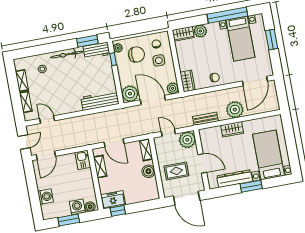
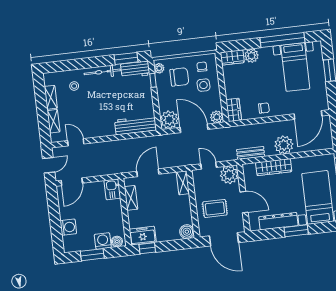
wardrobe: (232, 129) -> (274, 167), width x1.50
door: (114, 143) -> (148, 173), swing flipped
boiler: (148, 171) -> (187, 232), moved

